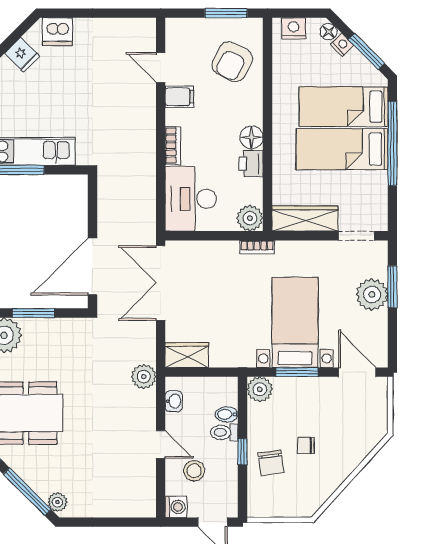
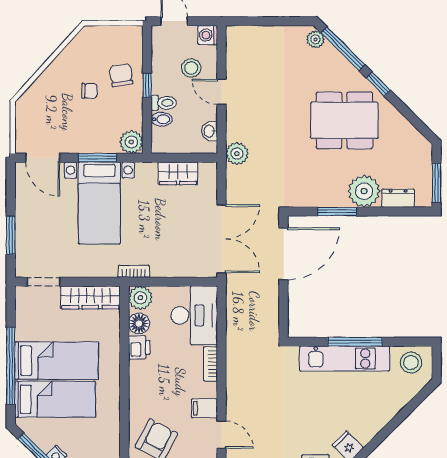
floor lamp: (251, 137) -> (139, 324), moved
plant: (372, 295) -> (29, 228), removed
wardrobe: (187, 355) -> (178, 173), moved

